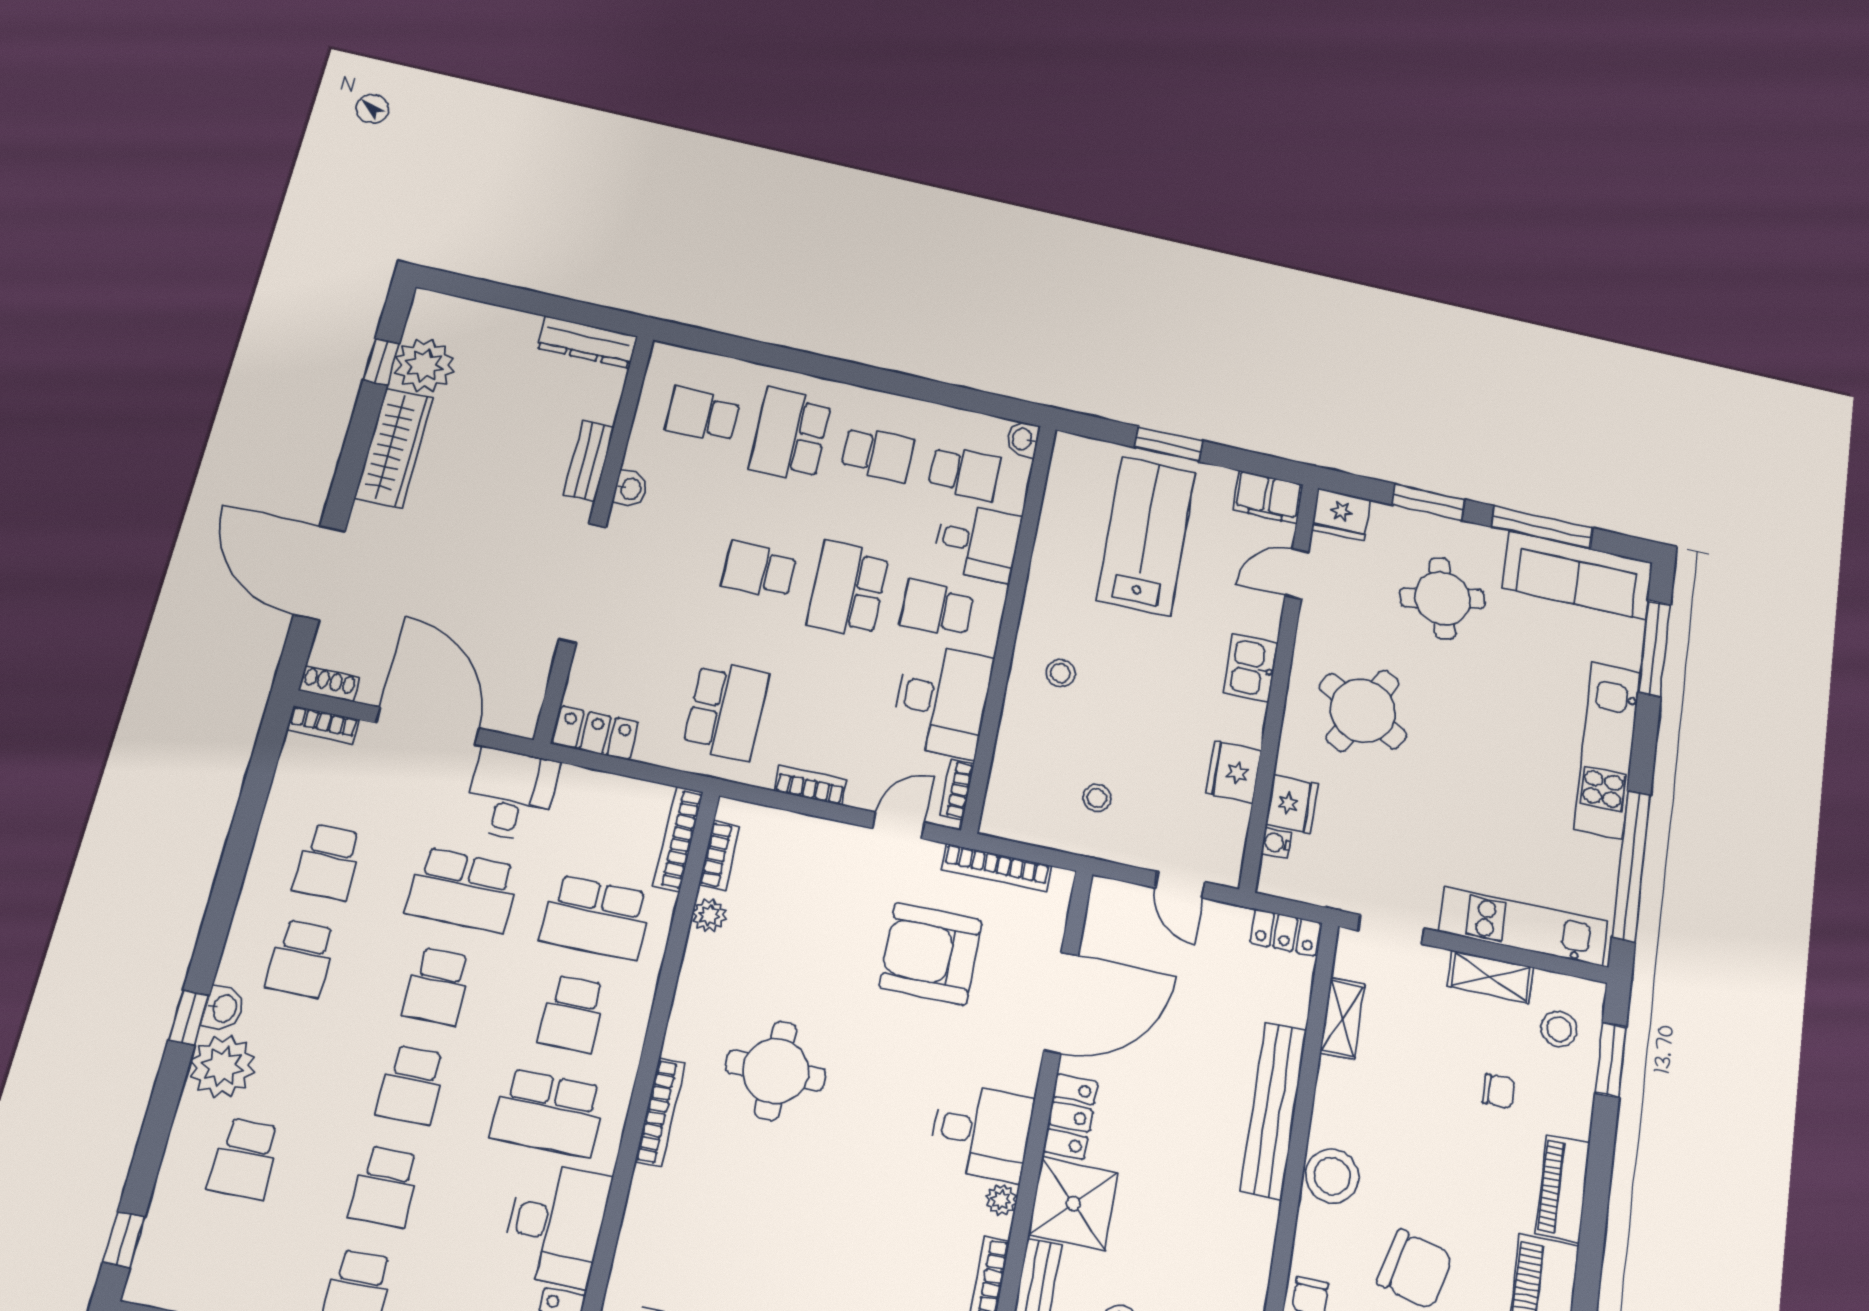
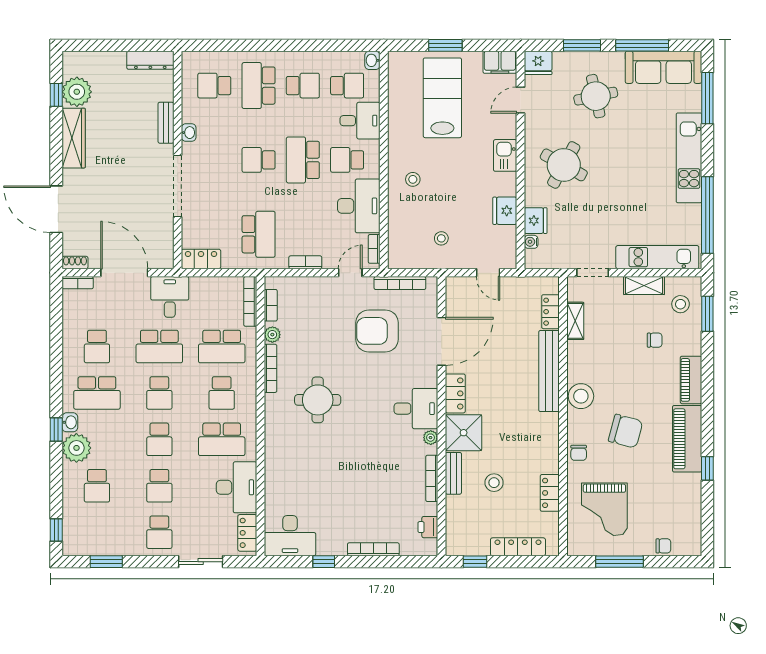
locker: (1285, 933) -> (550, 312), moved, turned 90
school desk: (301, 958) -> (97, 393), width x1.85
bookcase: (660, 1112) -> (271, 368), moved

